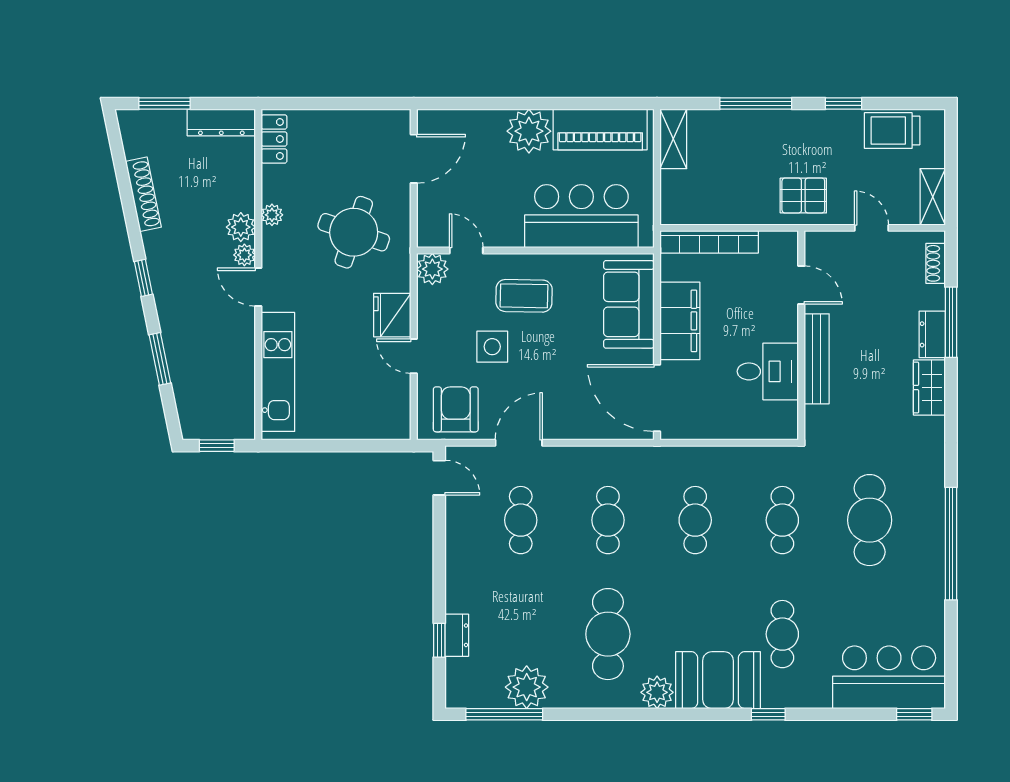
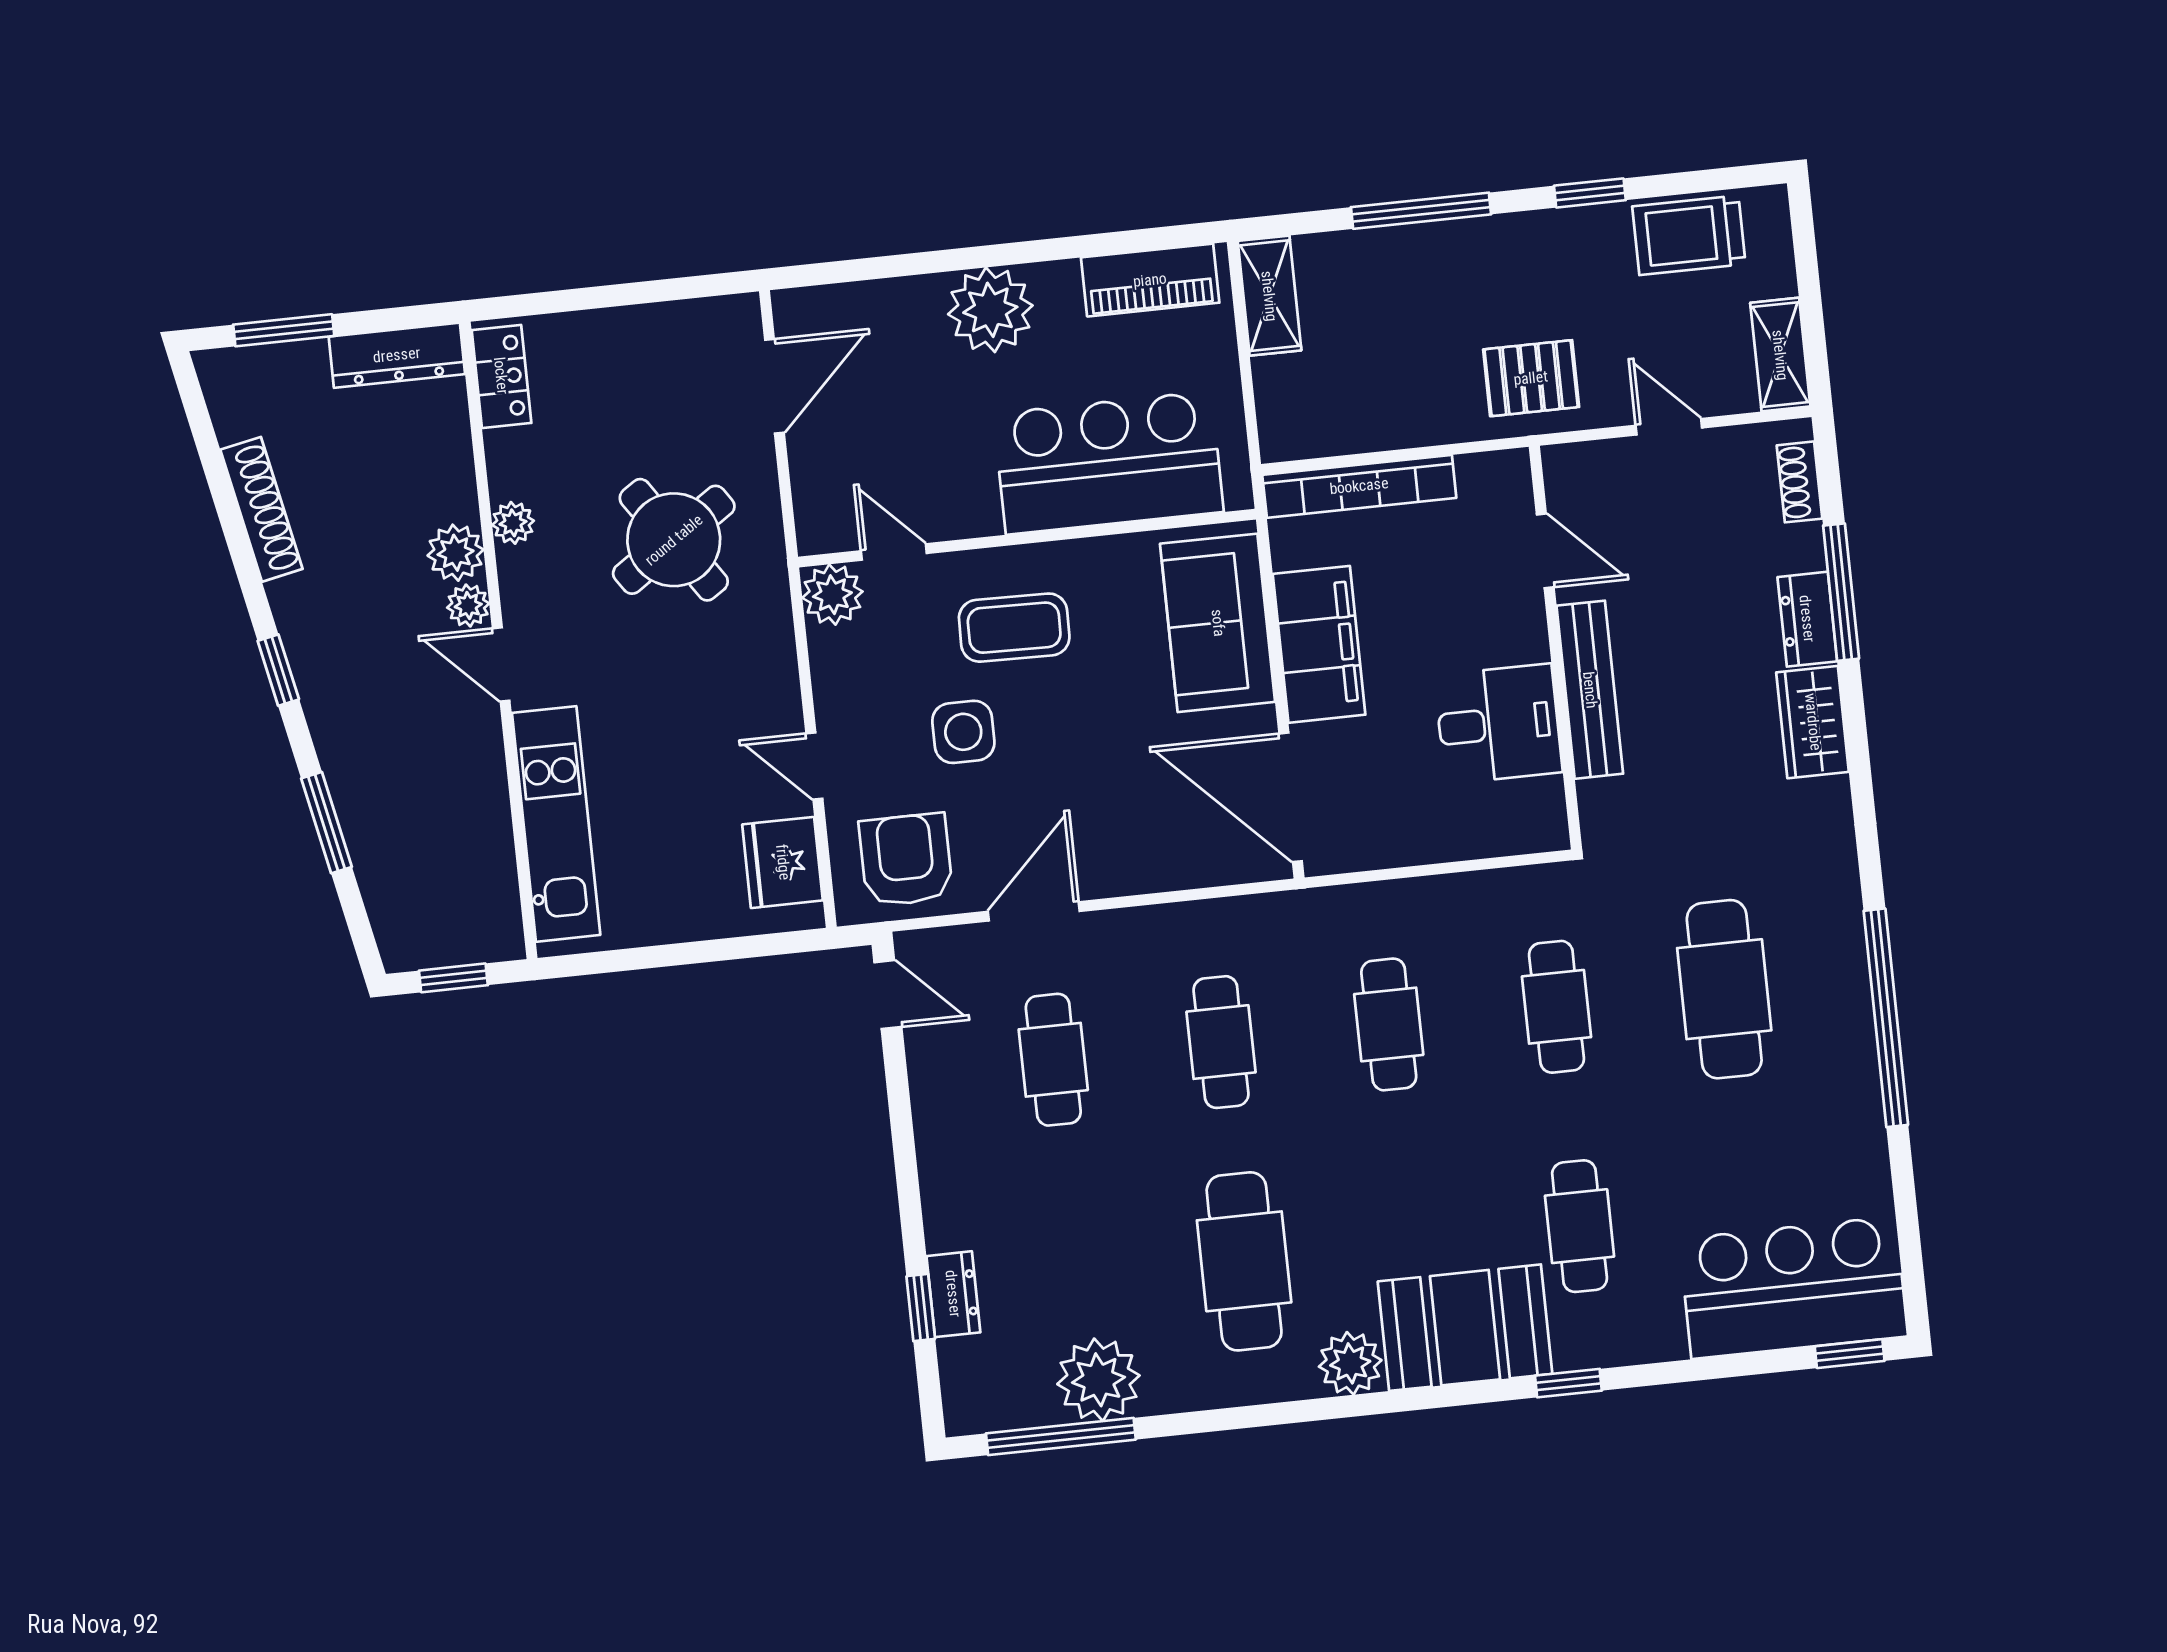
piano: (600, 129) -> (1150, 280), width x0.73, depth x0.75
round table: (354, 232) -> (674, 540), turned 37
fridge: (392, 315) -> (783, 862), moved

